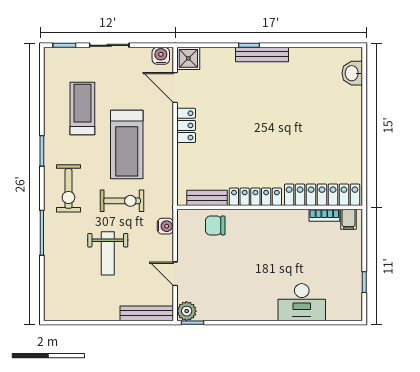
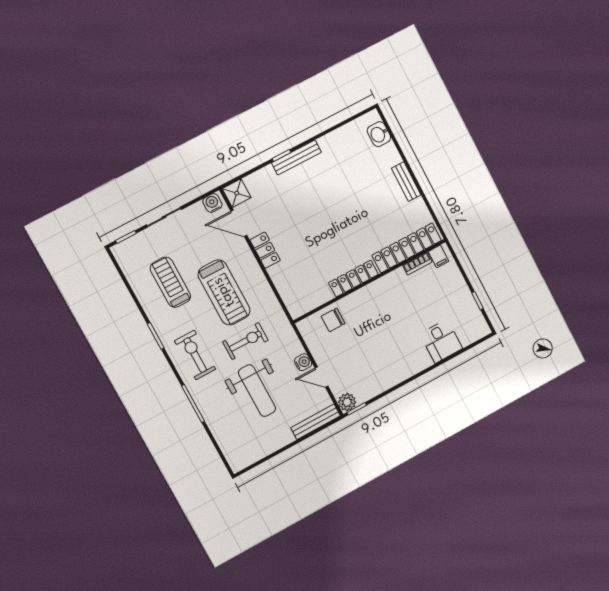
exercise bike: (68, 188) -> (195, 355), turned 180
bench: (207, 198) -> (406, 182), moved, turned 90
water cooler: (165, 226) -> (303, 362), moved
weight bench: (108, 253) -> (257, 391), width x1.36, depth x1.33
desk: (302, 302) -> (441, 341), width x0.73

